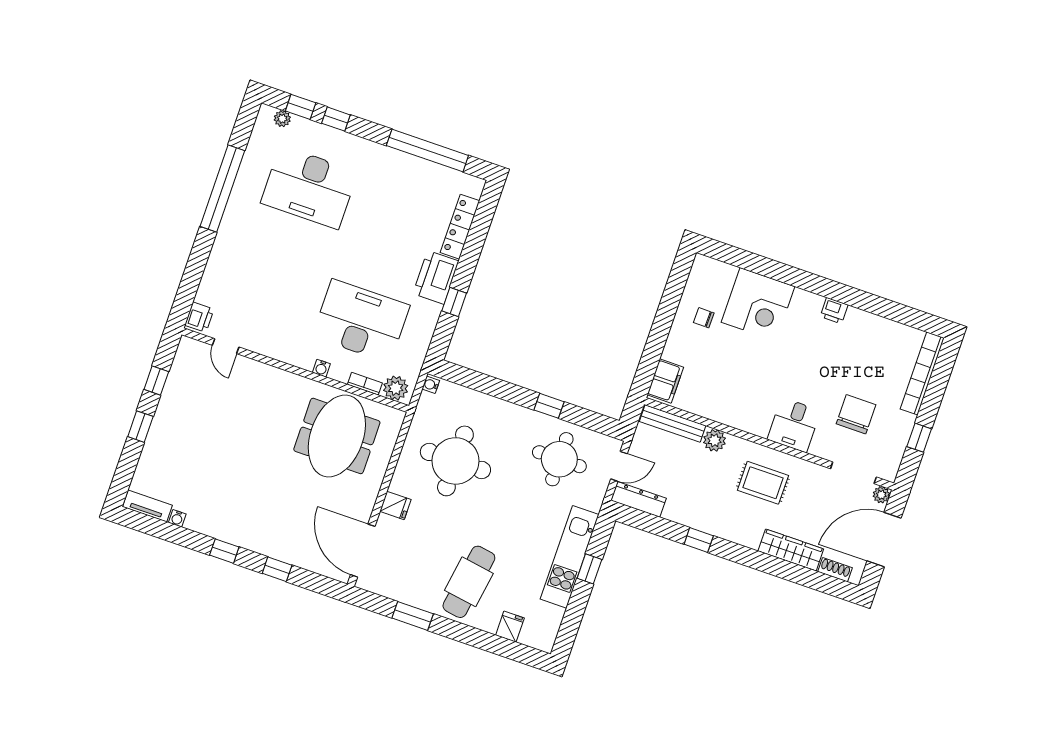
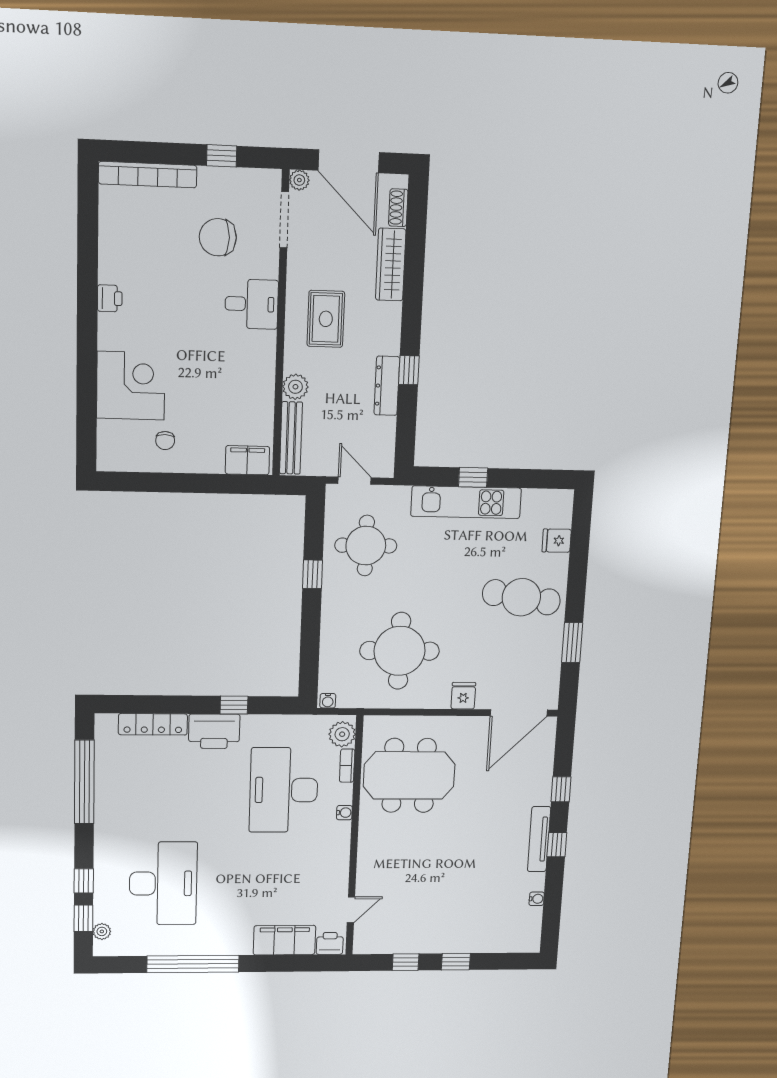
filing cabinet: (217, 277) -> (284, 940), added
dresser: (639, 499) -> (387, 386), moved
tv unit: (147, 506) -> (539, 839), moved, width x1.41

